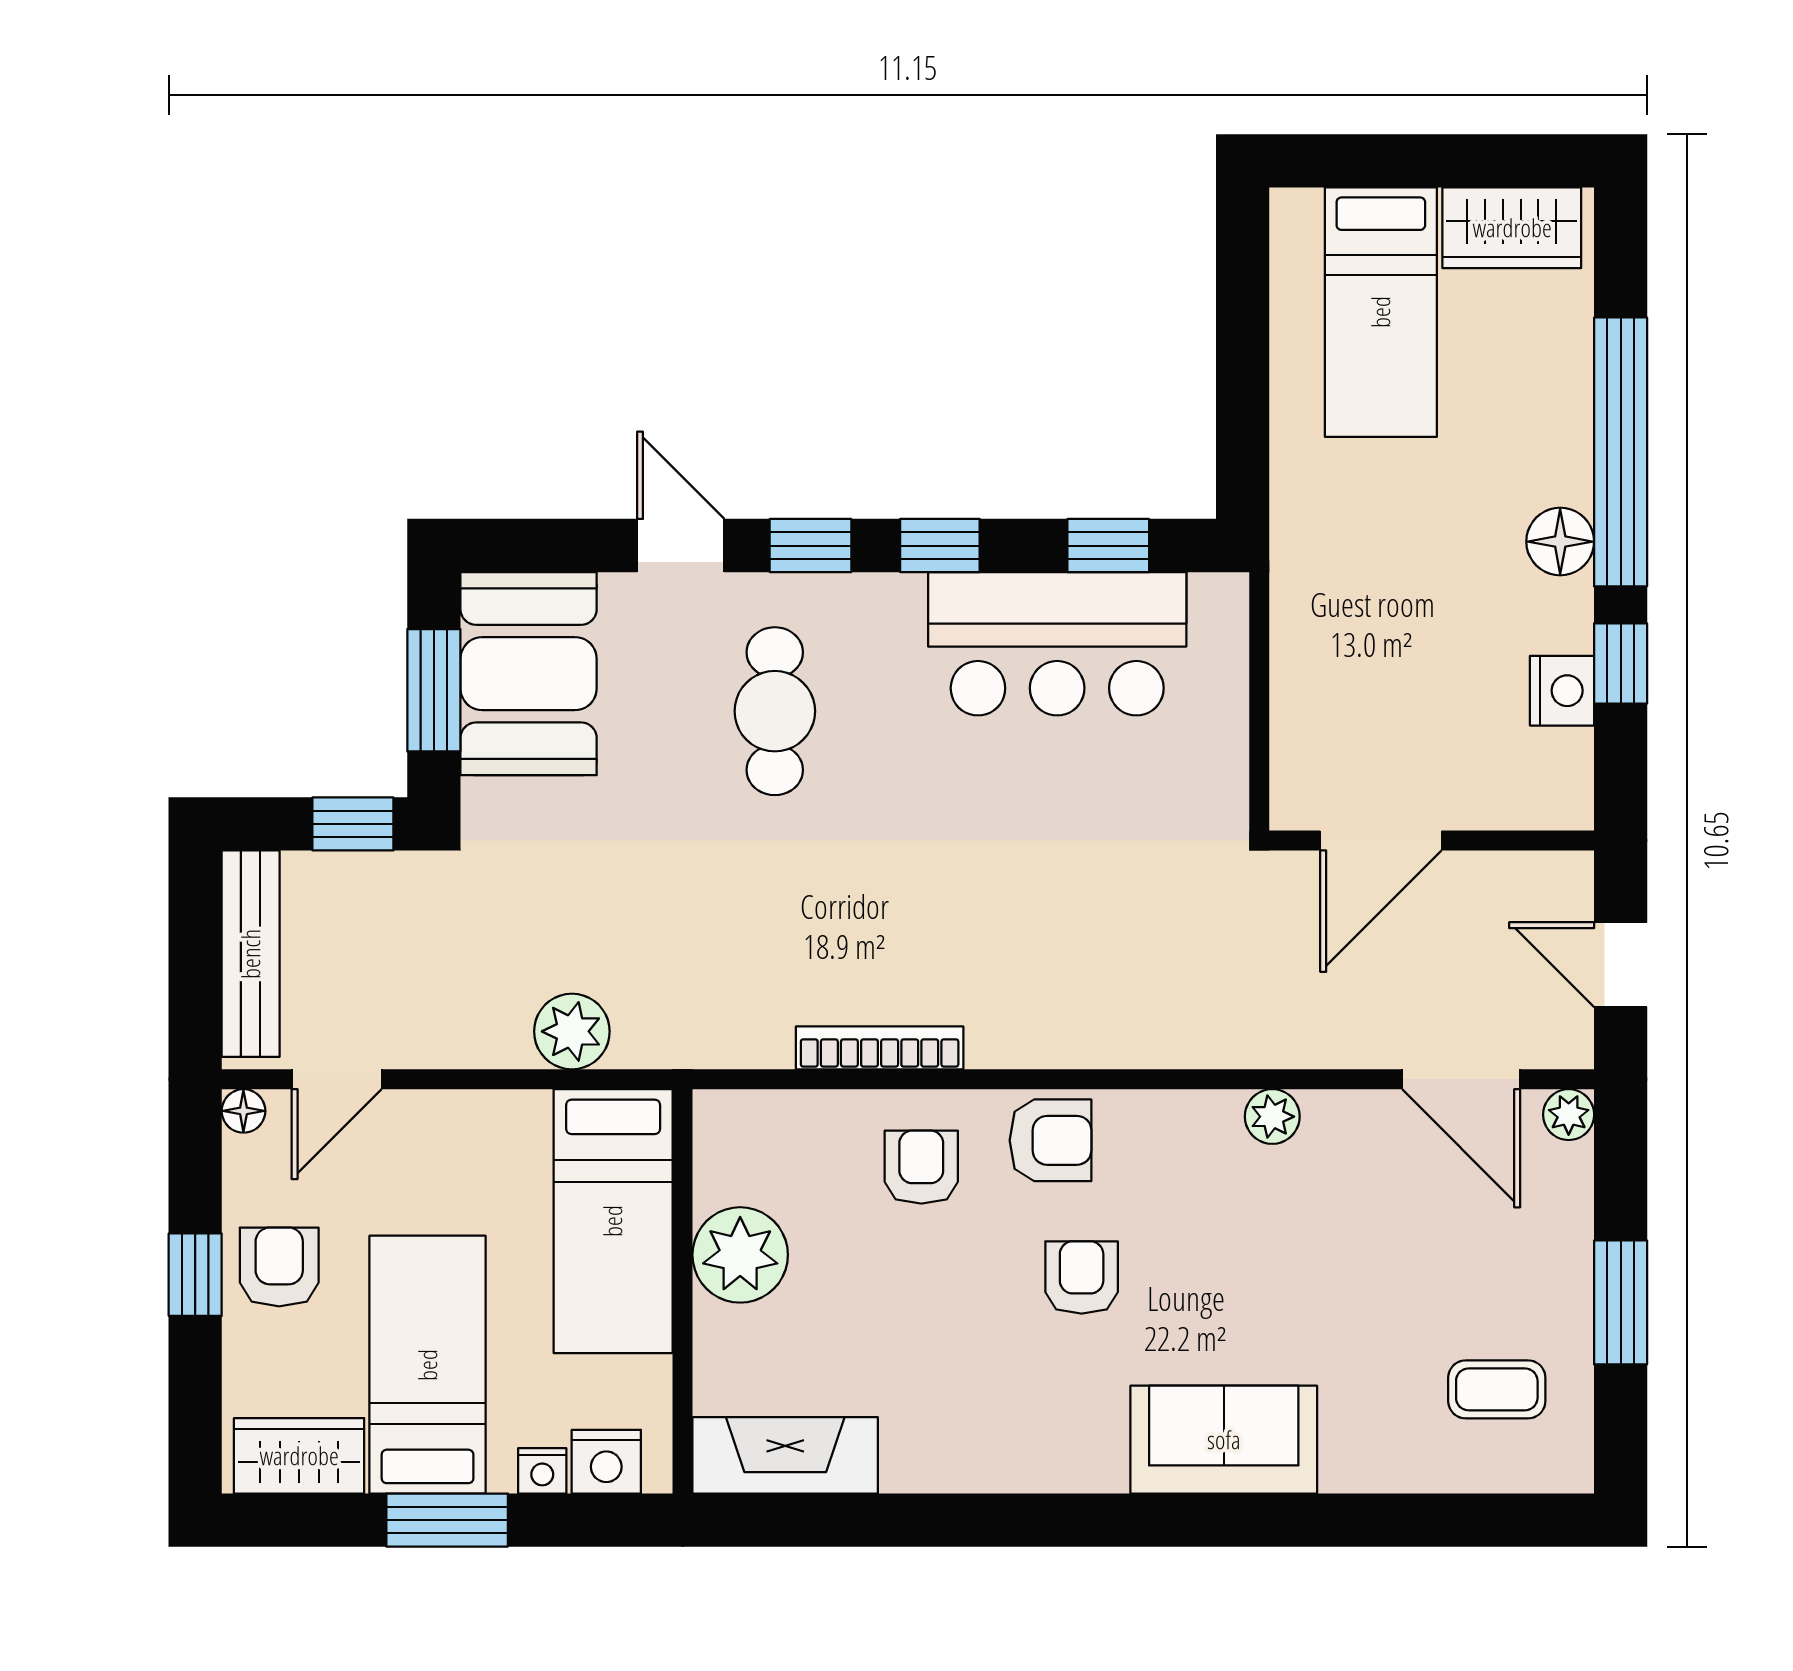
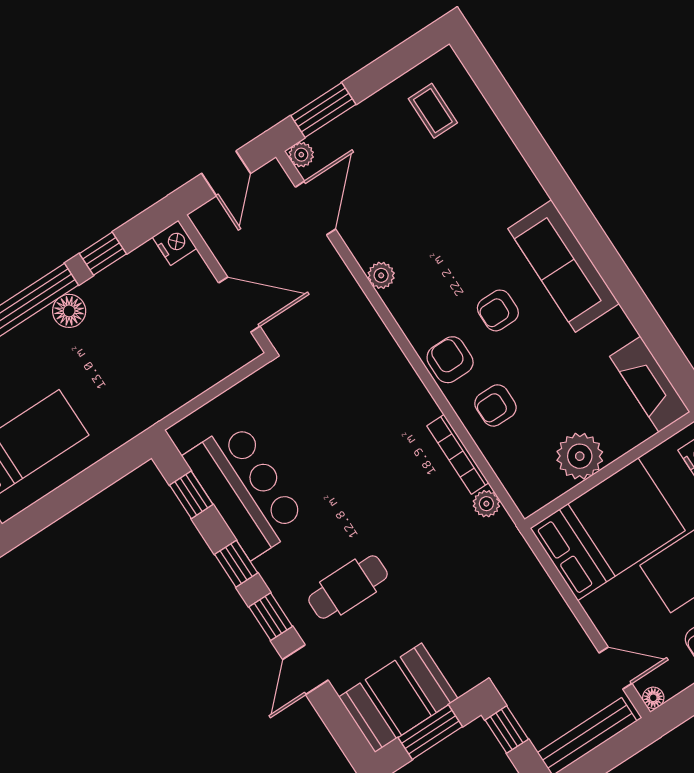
nightstand: (1562, 691) -> (174, 243), moved, turned 90
plant: (572, 1031) -> (486, 504), moved, width x0.73, depth x0.73
bed: (613, 1221) -> (608, 529), width x1.50
window: (1621, 1302) -> (323, 110), moved
sofa: (1224, 1440) -> (563, 266), moved, width x1.36

